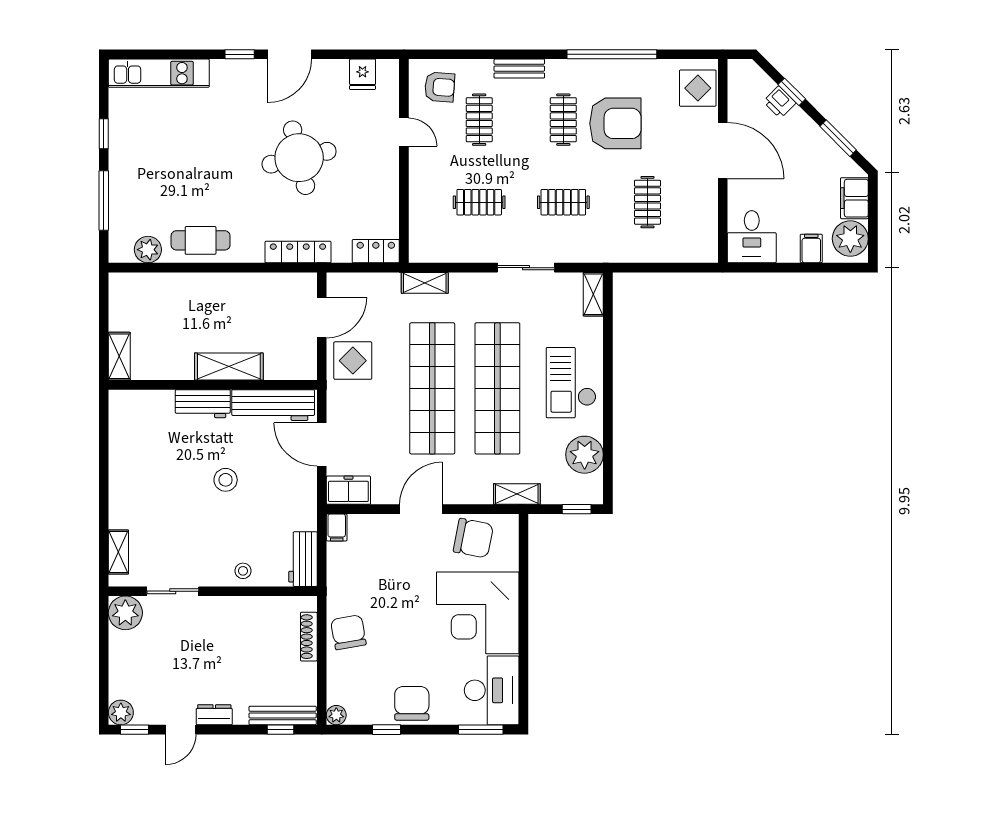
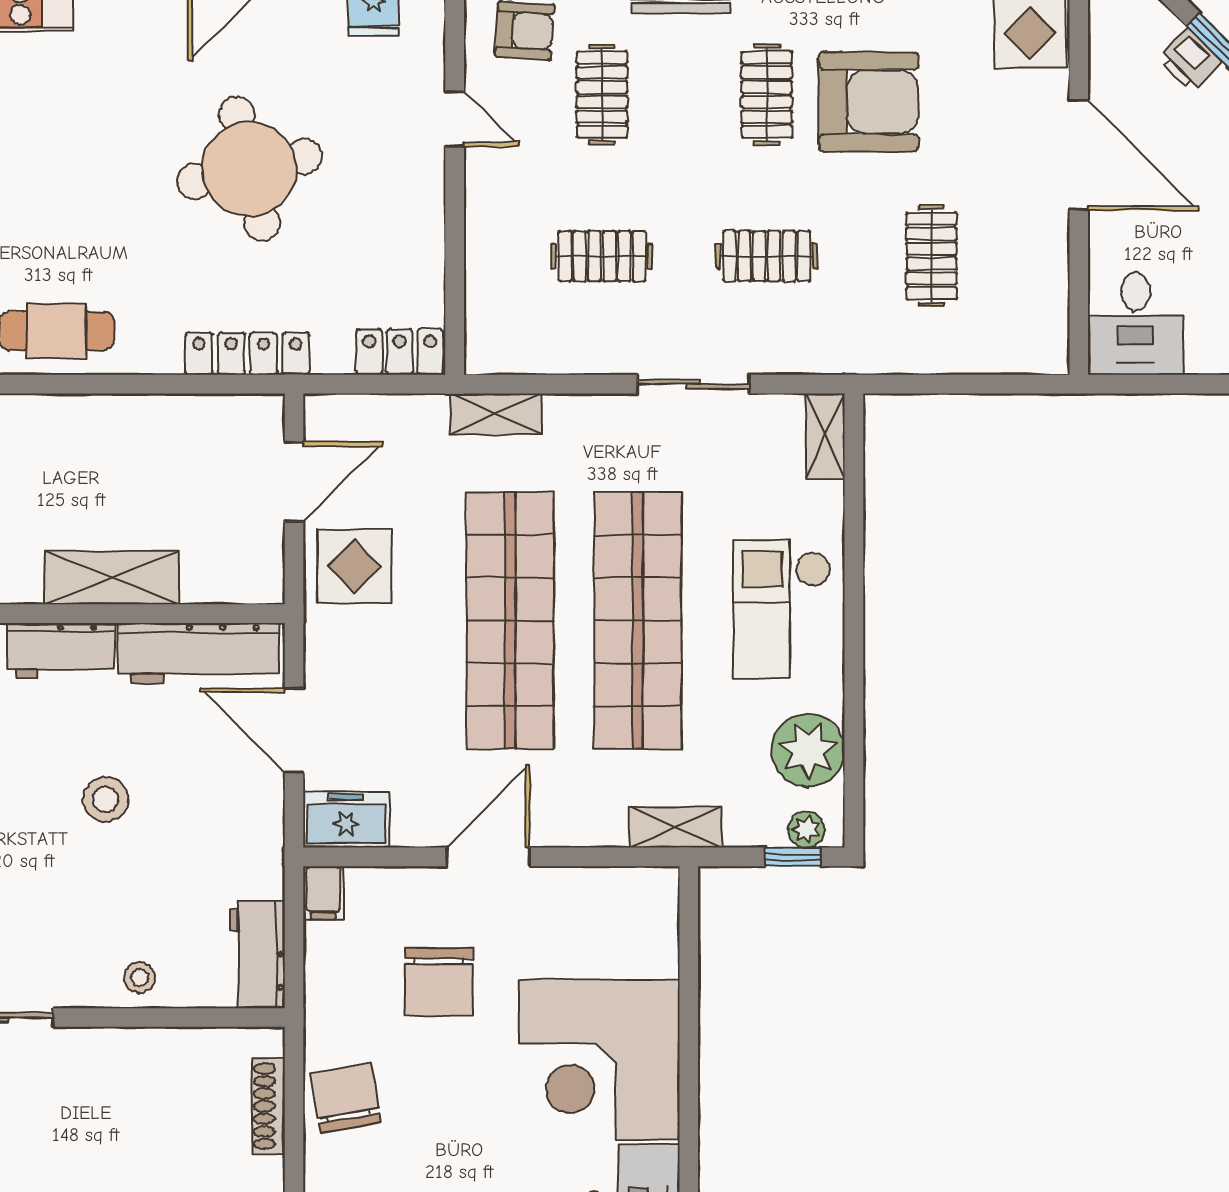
plant: (584, 495) -> (806, 830), added
chair: (473, 538) -> (439, 982), moved, turned 79

